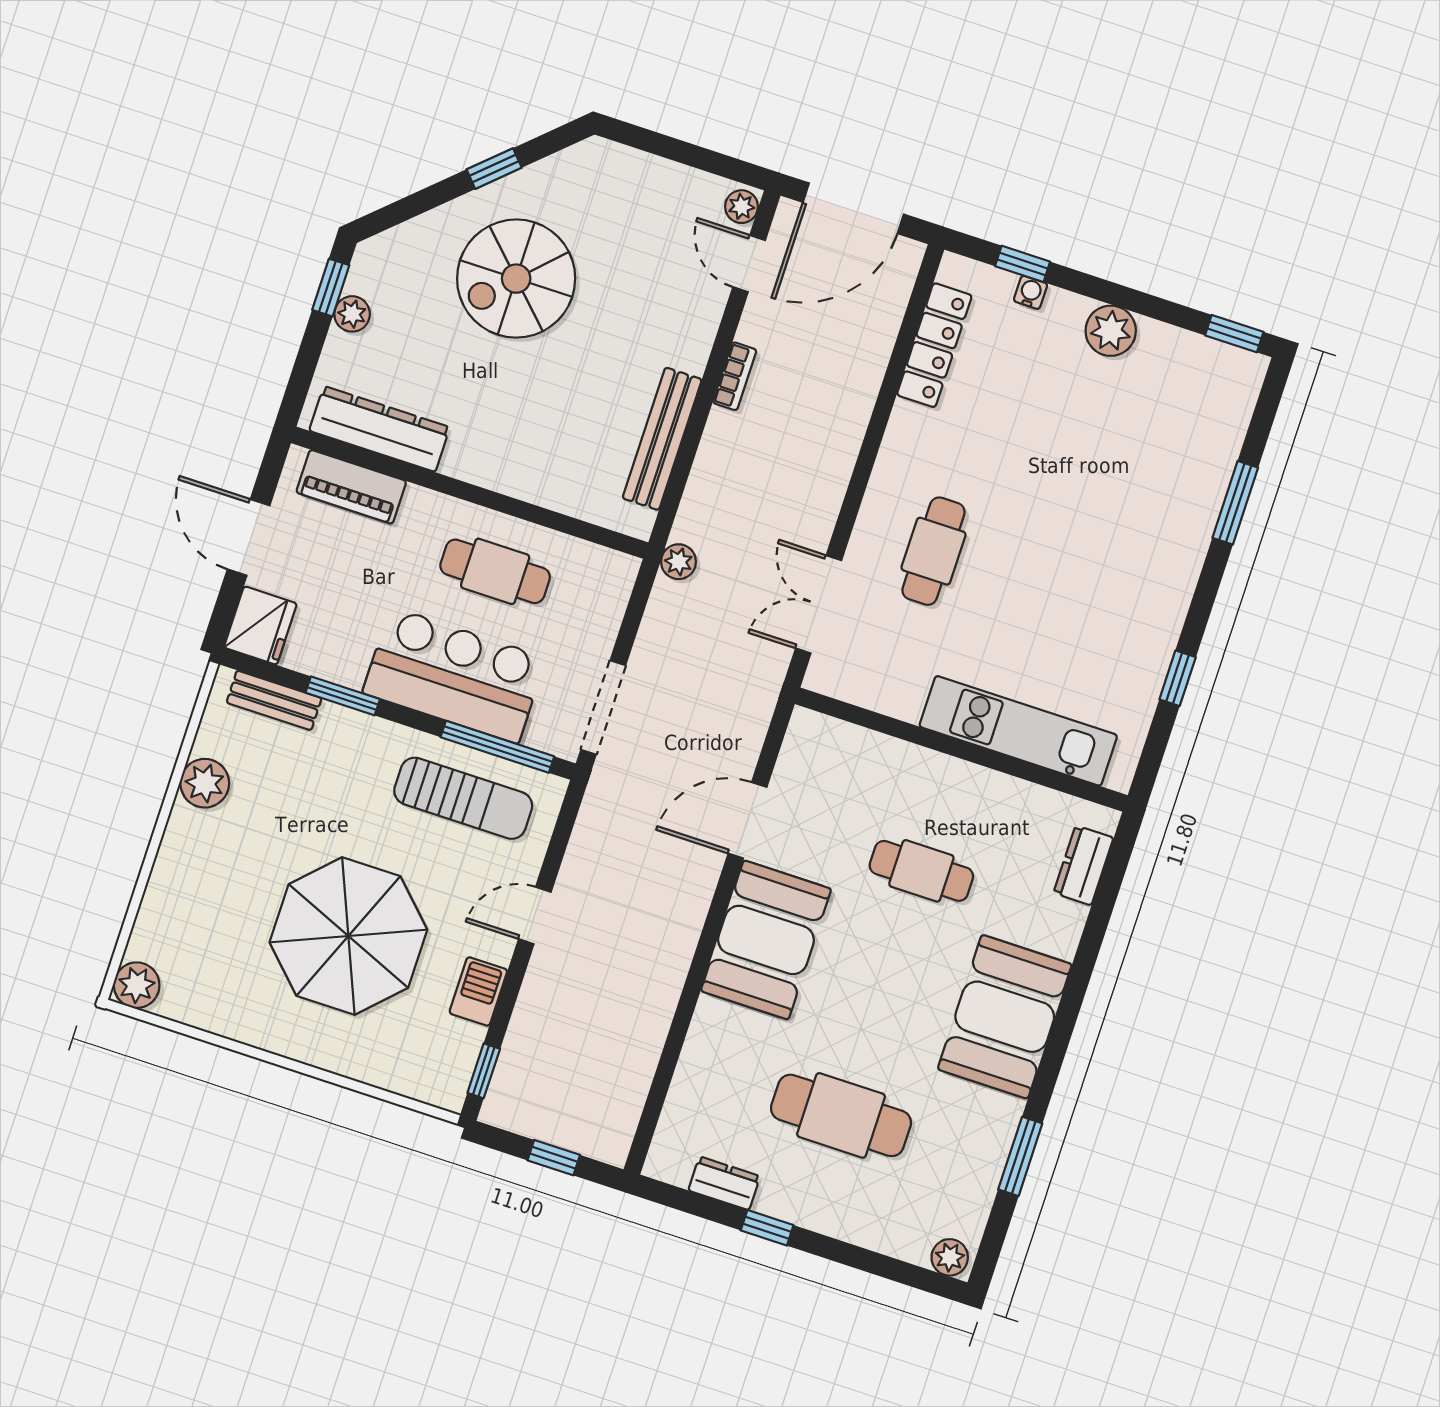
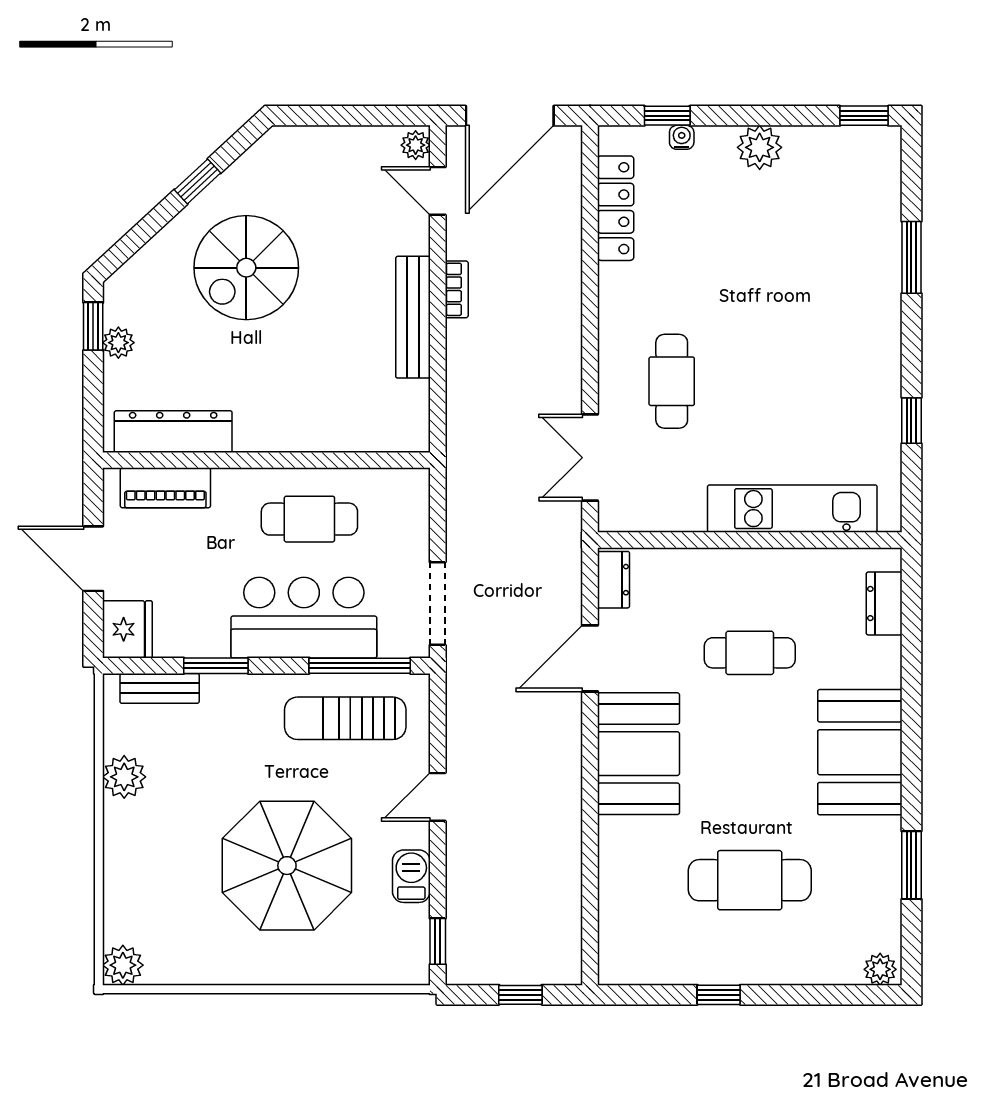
bench: (662, 439) -> (413, 317), moved
plant: (679, 562) -> (461, 460), removed
sun lounger: (463, 798) -> (345, 718), turned 180
dresser: (724, 1183) -> (613, 580), moved, turned 90

